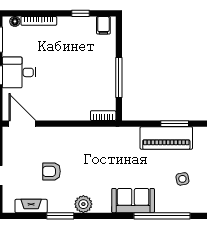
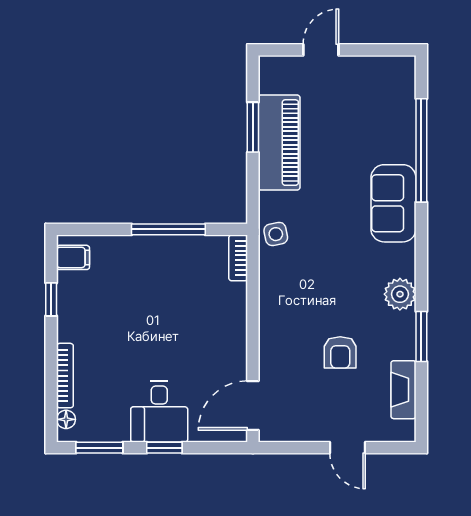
side table: (182, 179) -> (276, 234), moved

